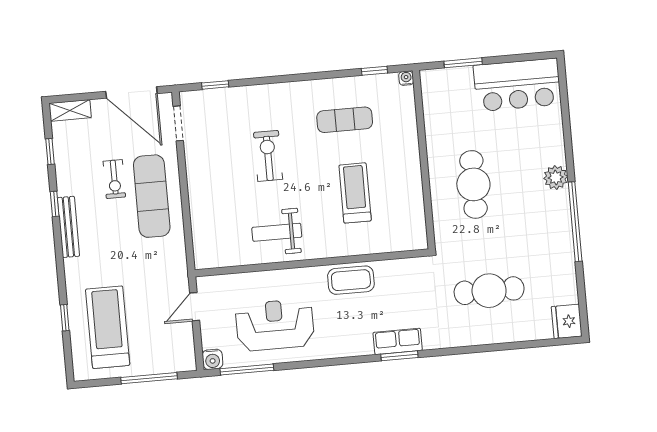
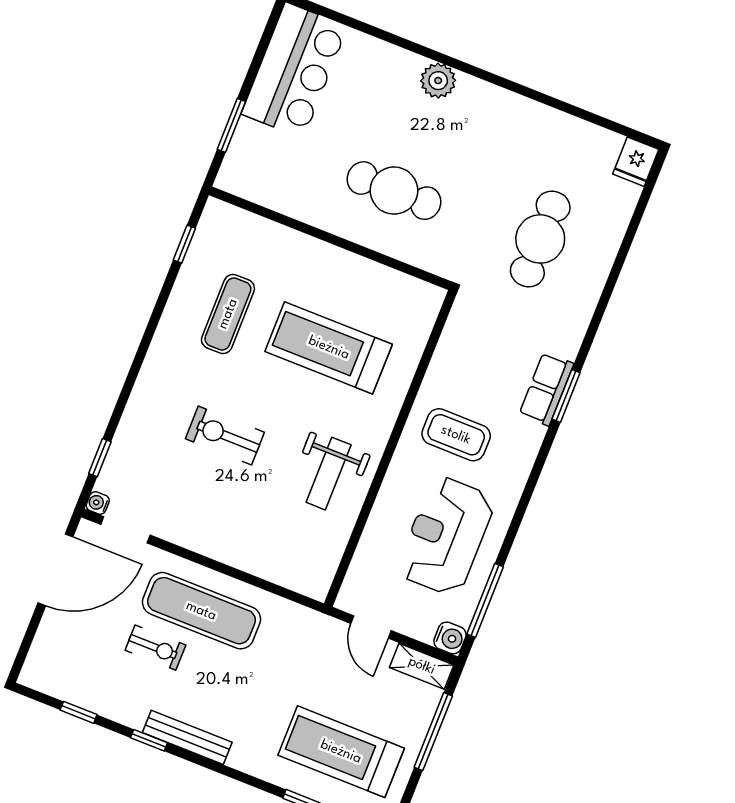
water cooler: (406, 78) -> (98, 503), moved
shelving: (70, 110) -> (422, 666), moved, turned 90
treadmill: (355, 193) -> (329, 348), width x1.37, depth x1.38
window: (575, 222) -> (507, 84), removed
coffee table: (351, 280) -> (456, 435), moved, turned 90
fridge: (567, 321) -> (636, 162), width x0.72

